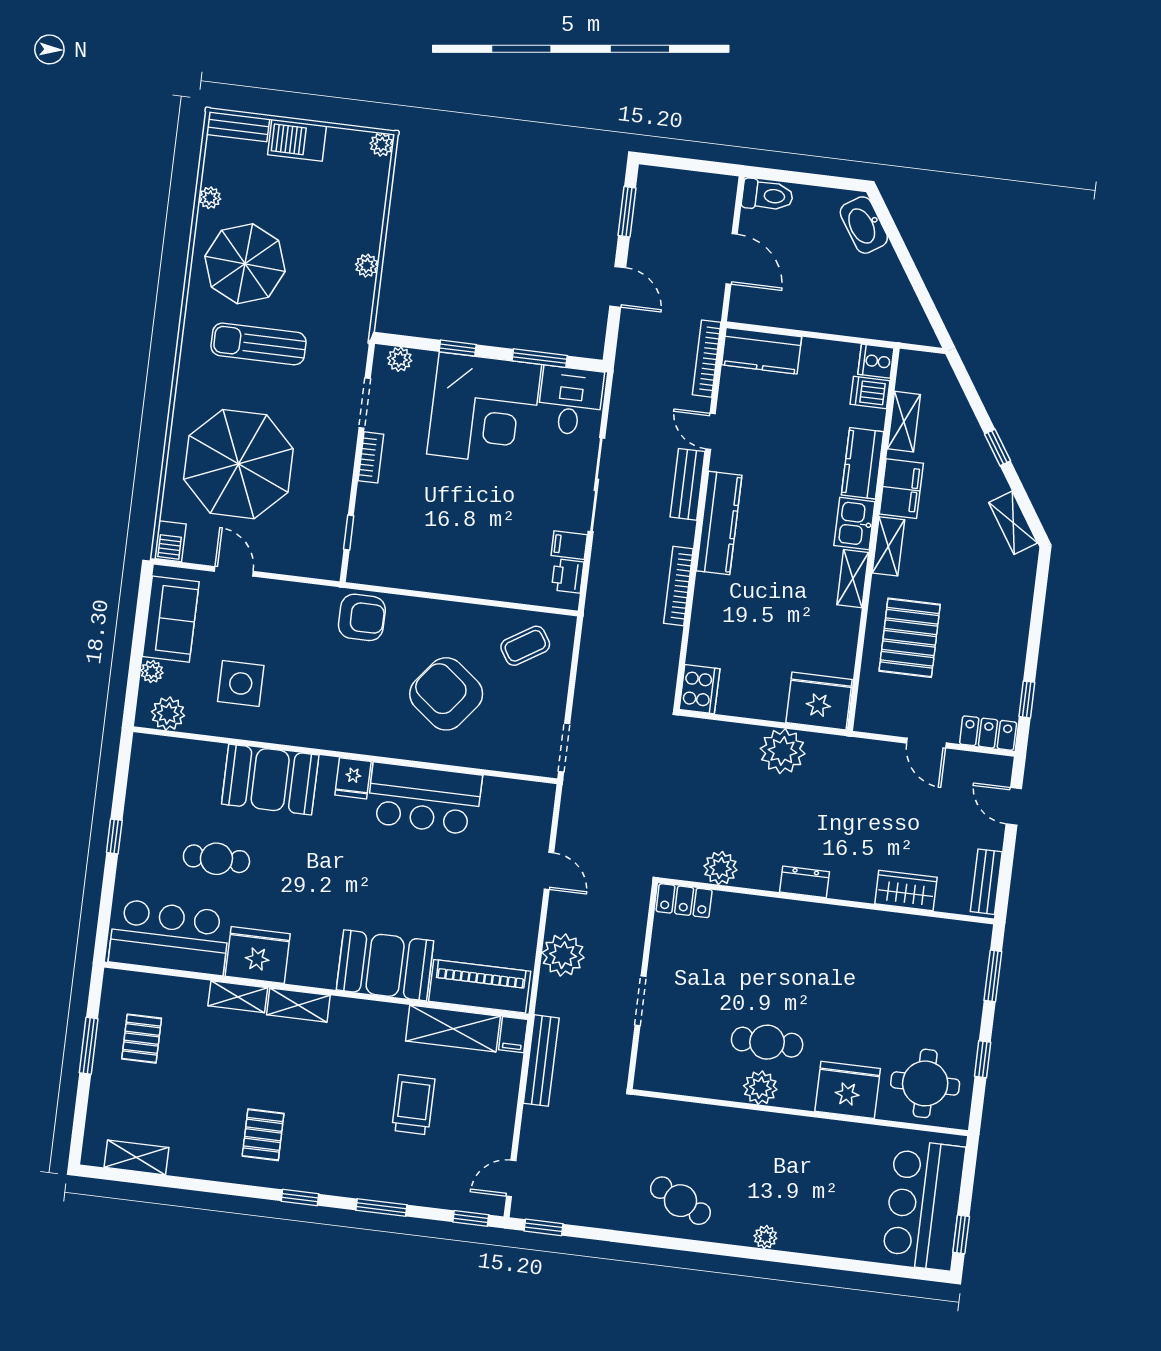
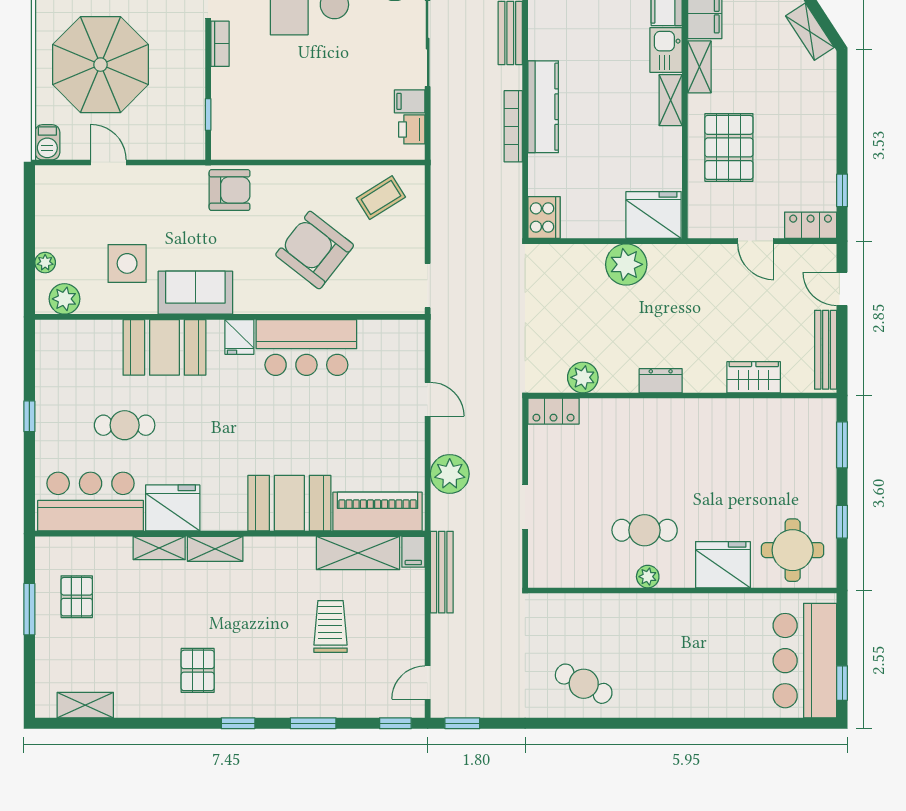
kitchen counter: (719, 523) -> (543, 107), moved
sofa: (171, 619) -> (195, 293), moved, turned -90
bench: (986, 882) -> (826, 350), width x1.36
plant: (760, 1088) -> (648, 577), width x0.73, depth x0.73
plant: (765, 1237) -> (665, 707), removed

